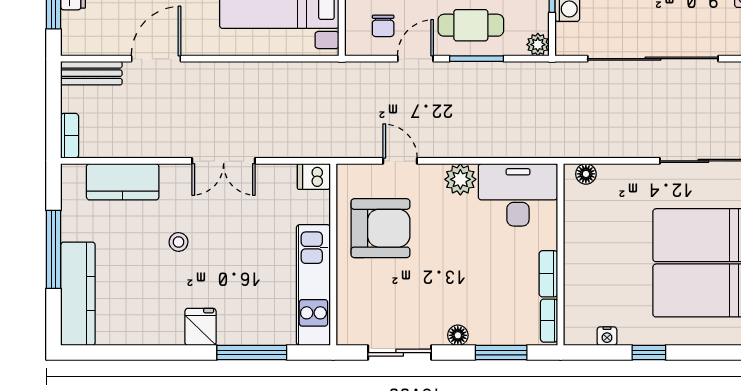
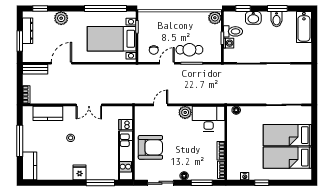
plant: (538, 45) -> (217, 58), removed
door: (400, 161) -> (161, 105), hinge flipped
dishwasher: (314, 177) -> (126, 125), moved
armchair: (380, 228) -> (150, 147), moved
kitchen counter: (78, 294) -> (30, 166), width x0.67

